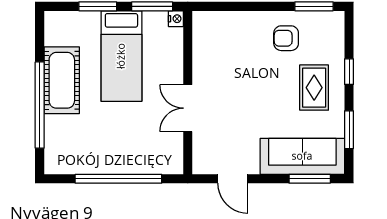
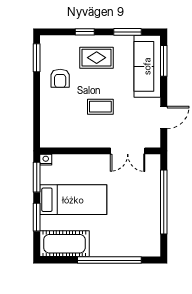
cot: (62, 80) -> (64, 244), moved
coffee table: (248, 93) -> (100, 107), added
double door: (188, 108) -> (128, 151), moved

